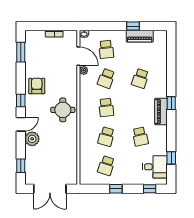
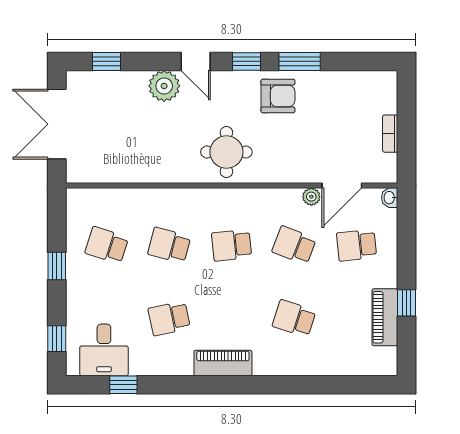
window: (21, 52) -> (300, 61), moved
window: (171, 103) -> (241, 385), removed

